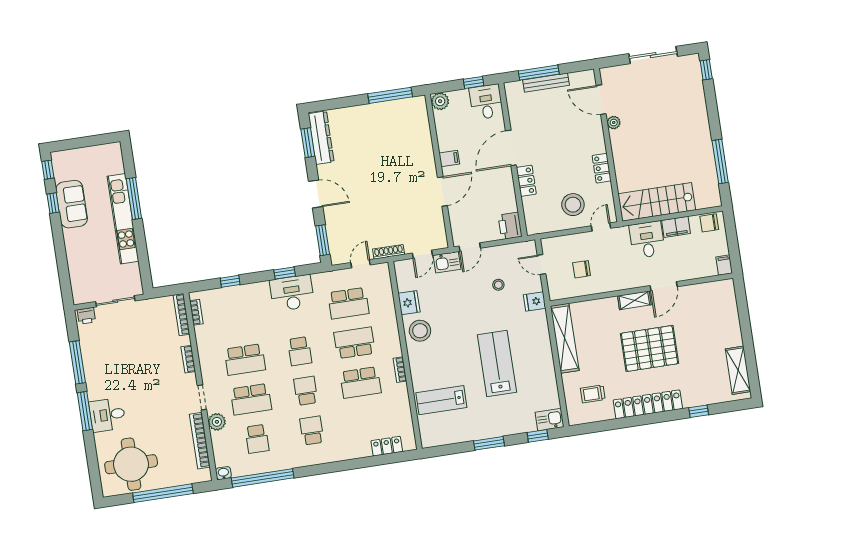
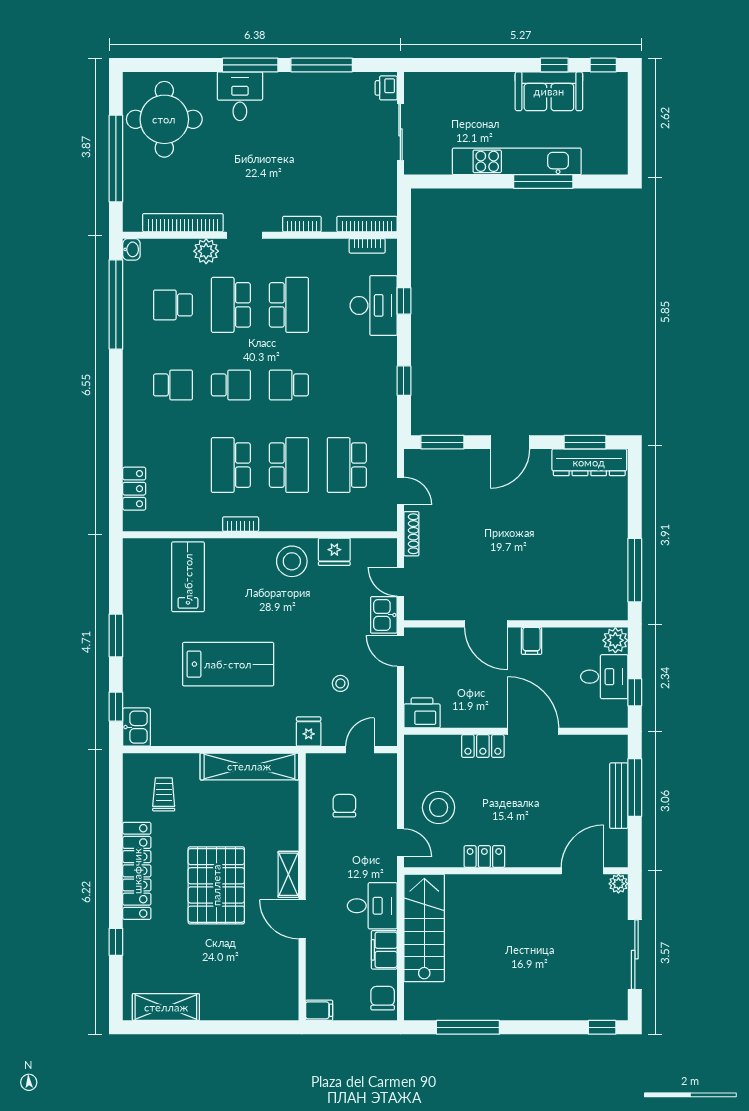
desk: (486, 102) -> (604, 677), moved
plant: (614, 123) -> (618, 884), moved
desk: (292, 293) -> (374, 305), moved
school desk: (245, 360) -> (289, 305), turned 180

